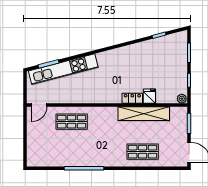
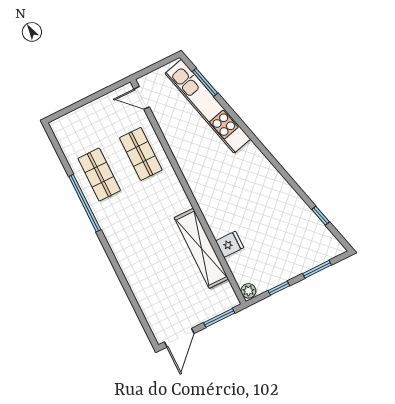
locker: (132, 98) -> (215, 222), removed
shop shelf: (143, 152) -> (99, 175), moved

